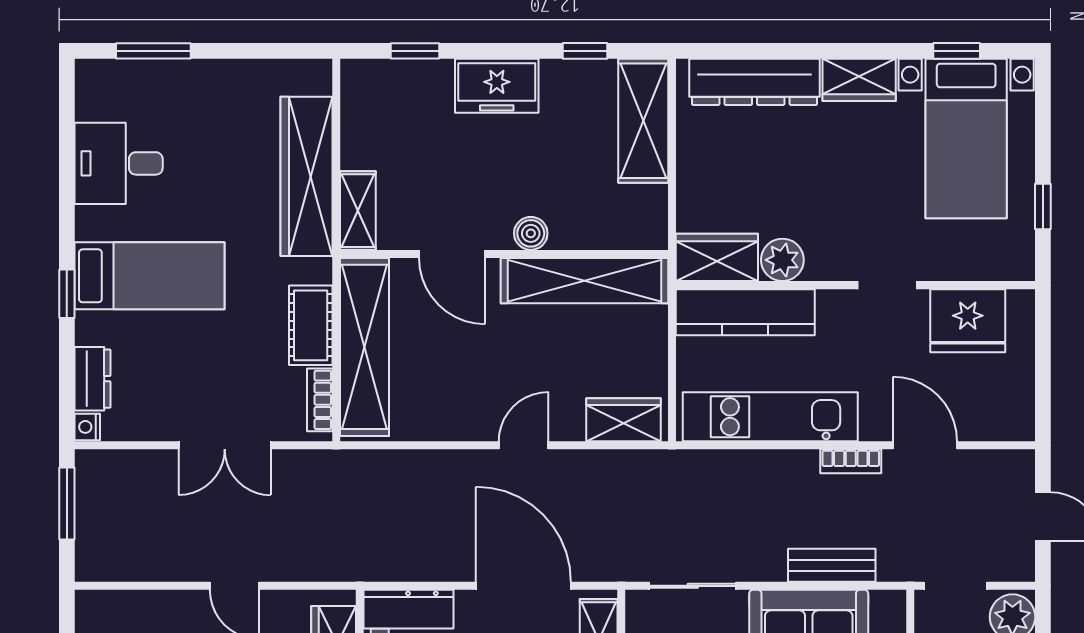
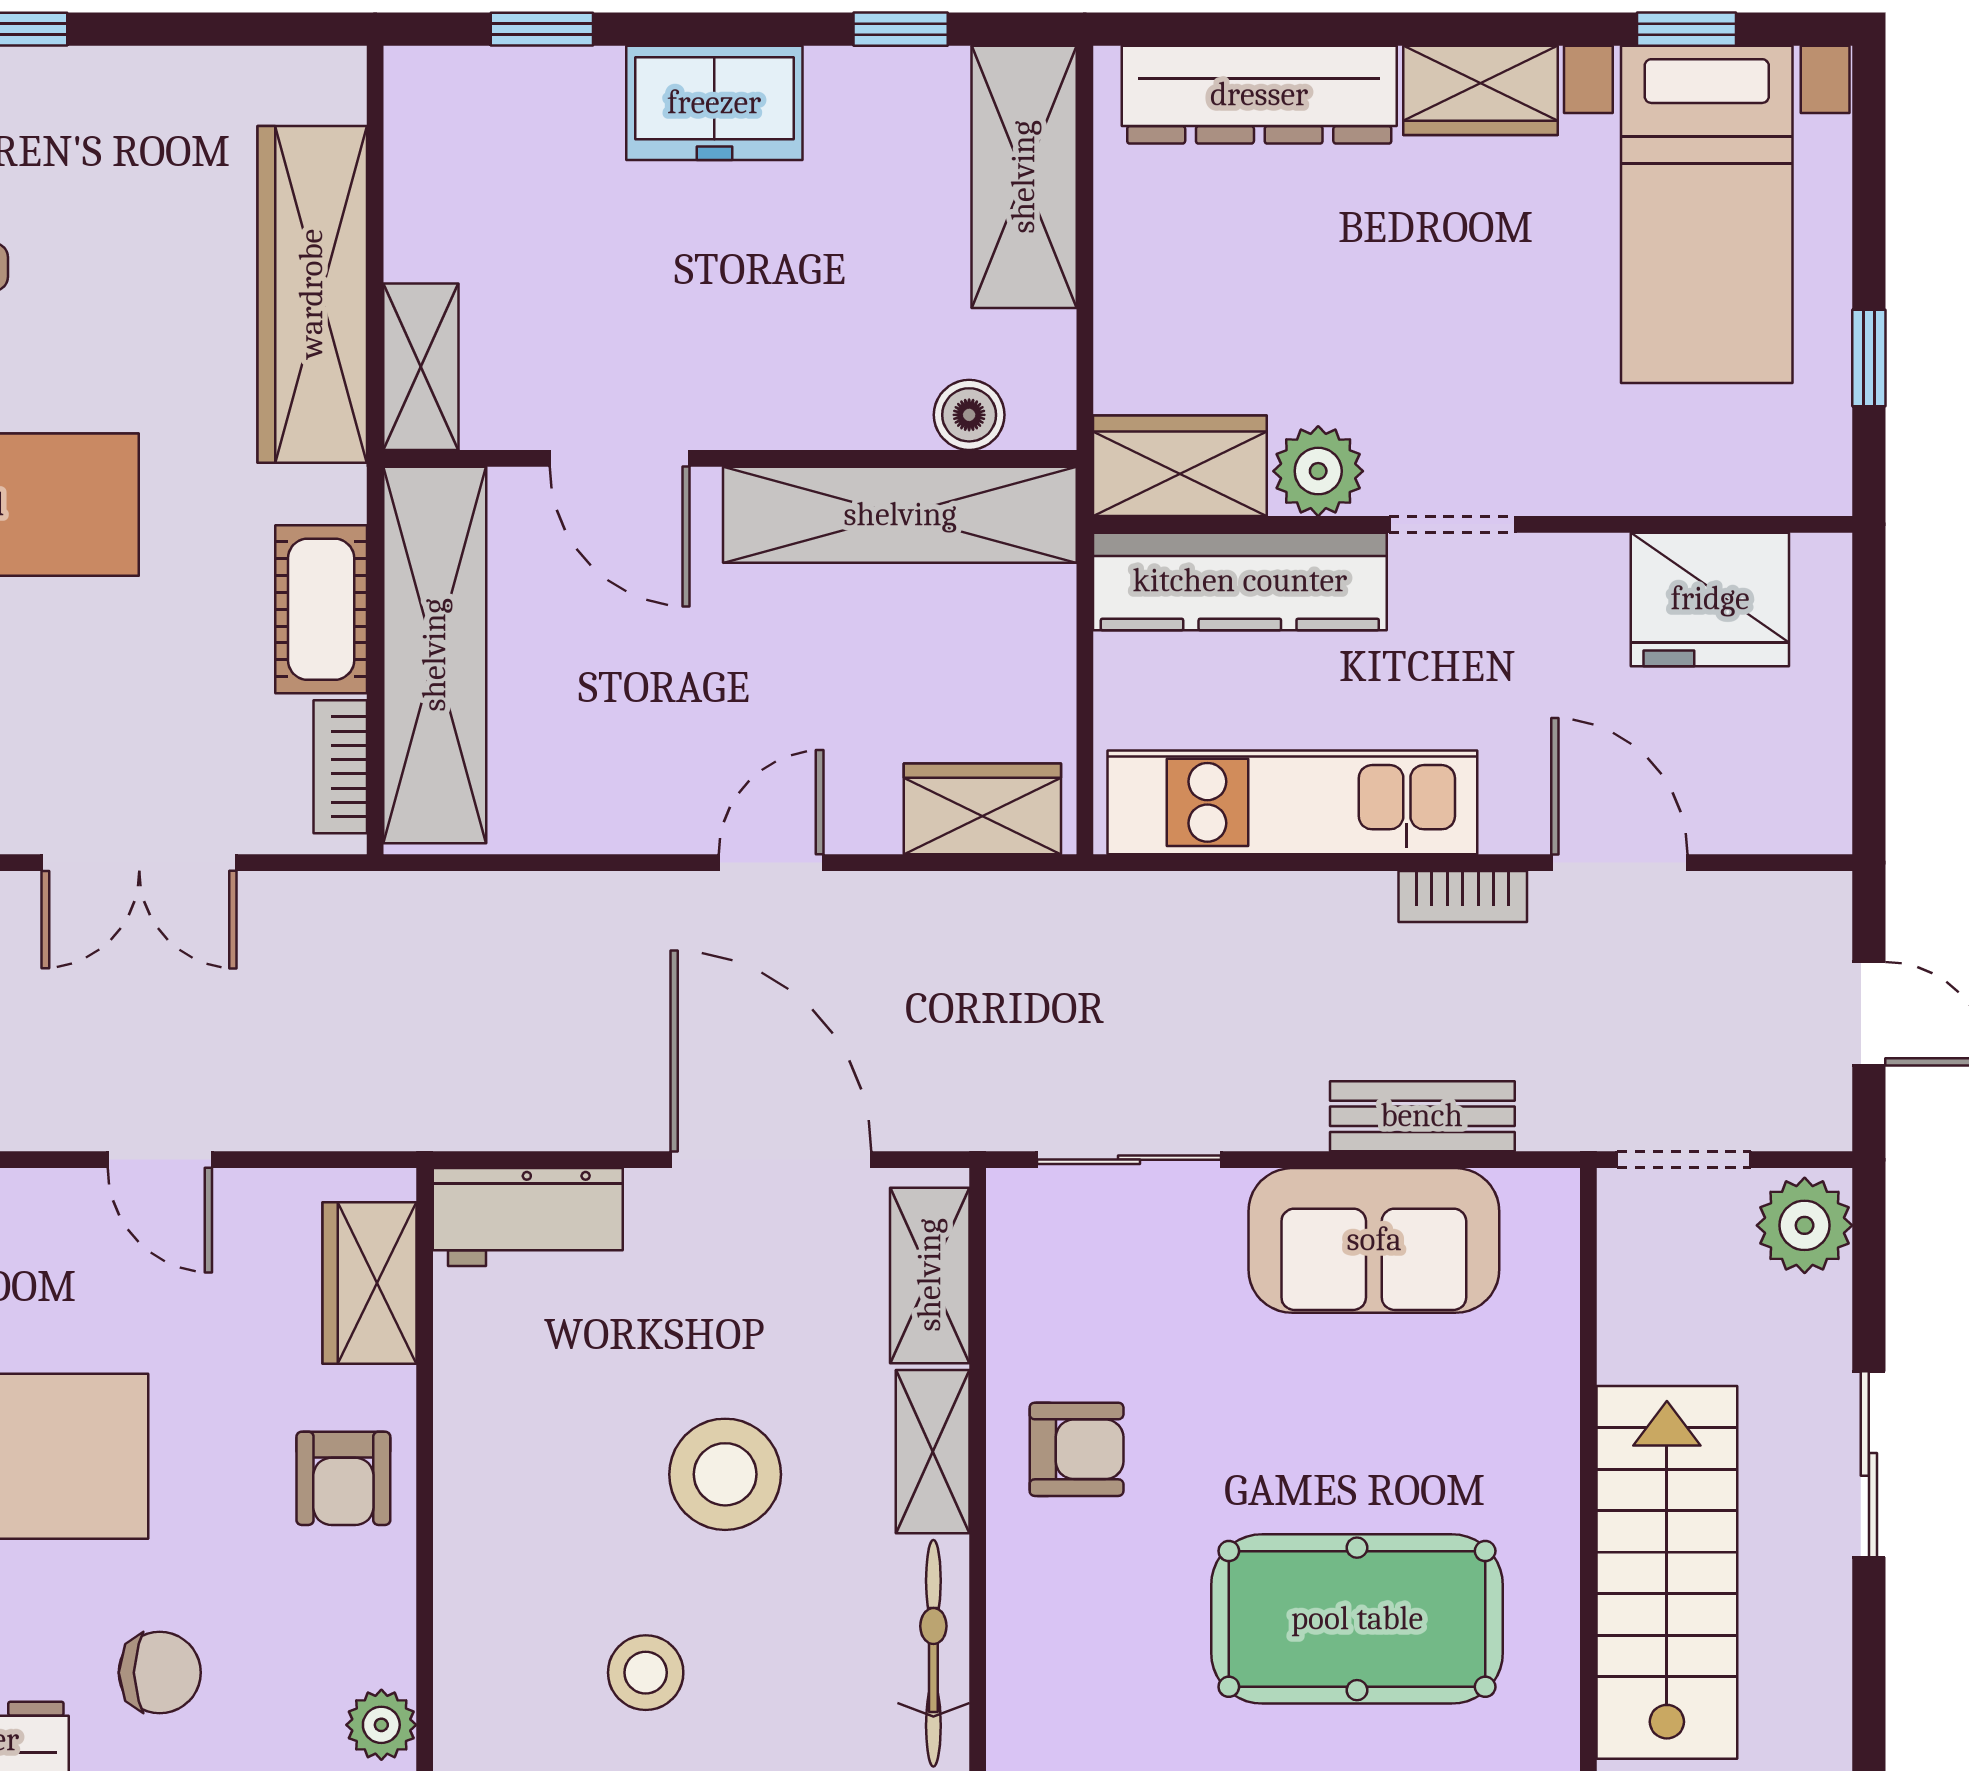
boiler: (531, 233) -> (969, 415), moved
doorway: (887, 285) -> (1452, 524), moved

